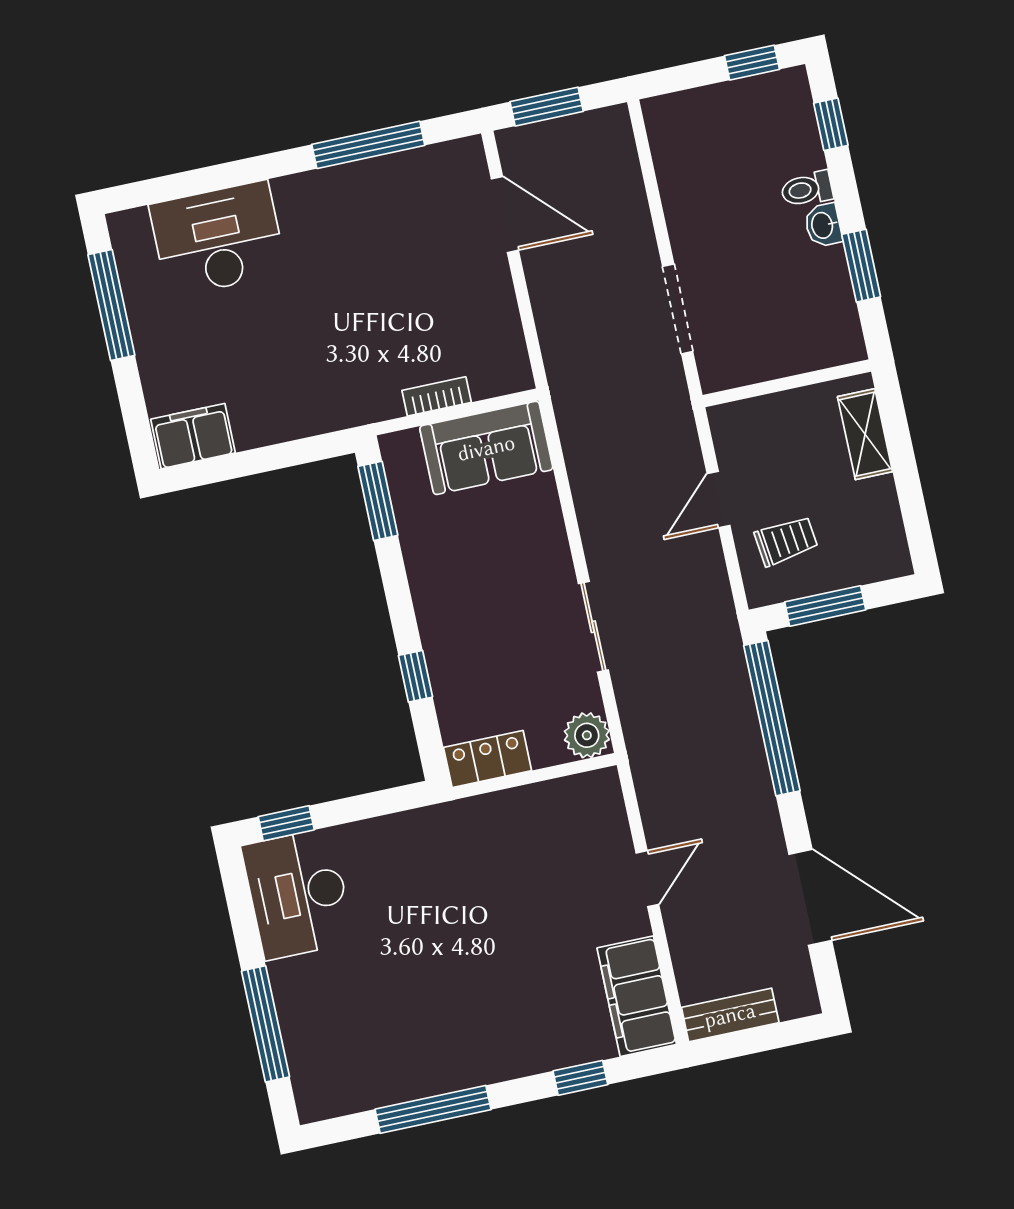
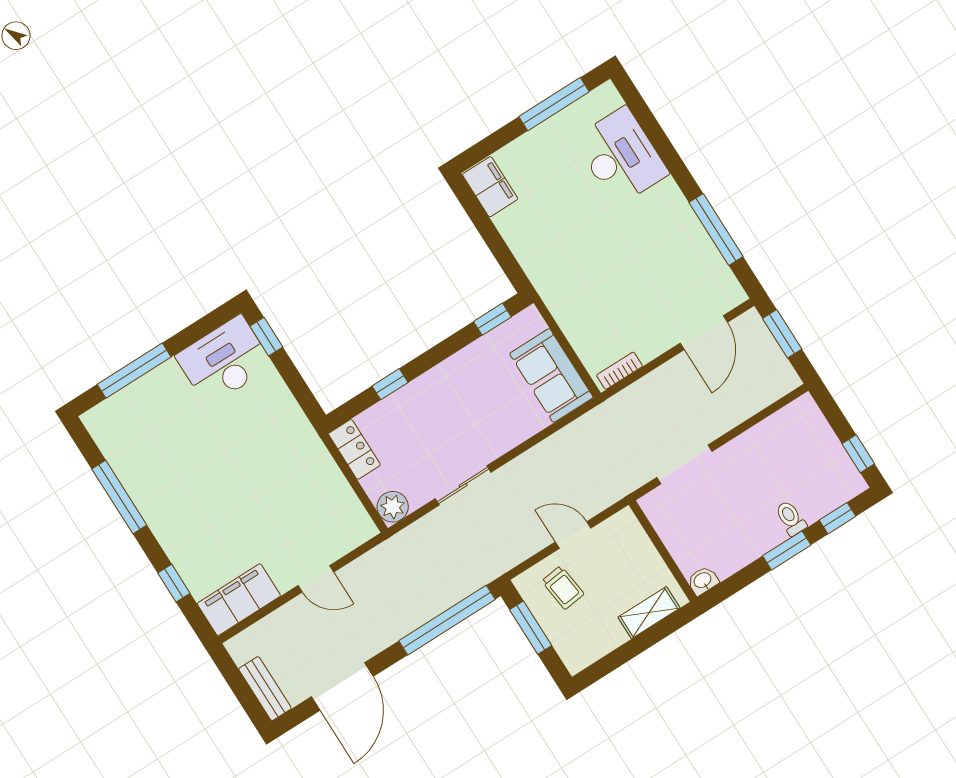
washbasin: (823, 225) -> (703, 581), moved
window: (861, 266) -> (787, 550), moved
bookcase: (437, 396) -> (619, 371), moved, turned -90
window: (378, 501) -> (492, 319), width x0.67
bench: (730, 1015) -> (265, 689), moved

